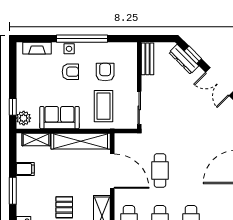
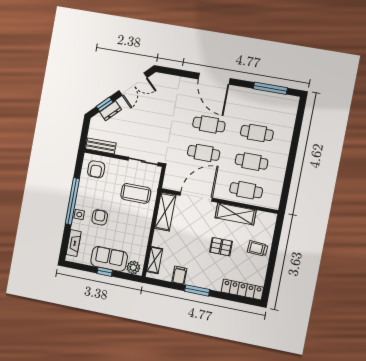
dresser: (184, 59) -> (111, 111), width x0.70
armchair: (105, 72) -> (96, 169), moved, turned -90
window: (13, 107) -> (105, 272), moved
sofa: (59, 118) -> (109, 259), moved, turned 90
shelving: (81, 141) -> (165, 212), width x0.68
cafe table: (191, 170) -> (209, 124), added

